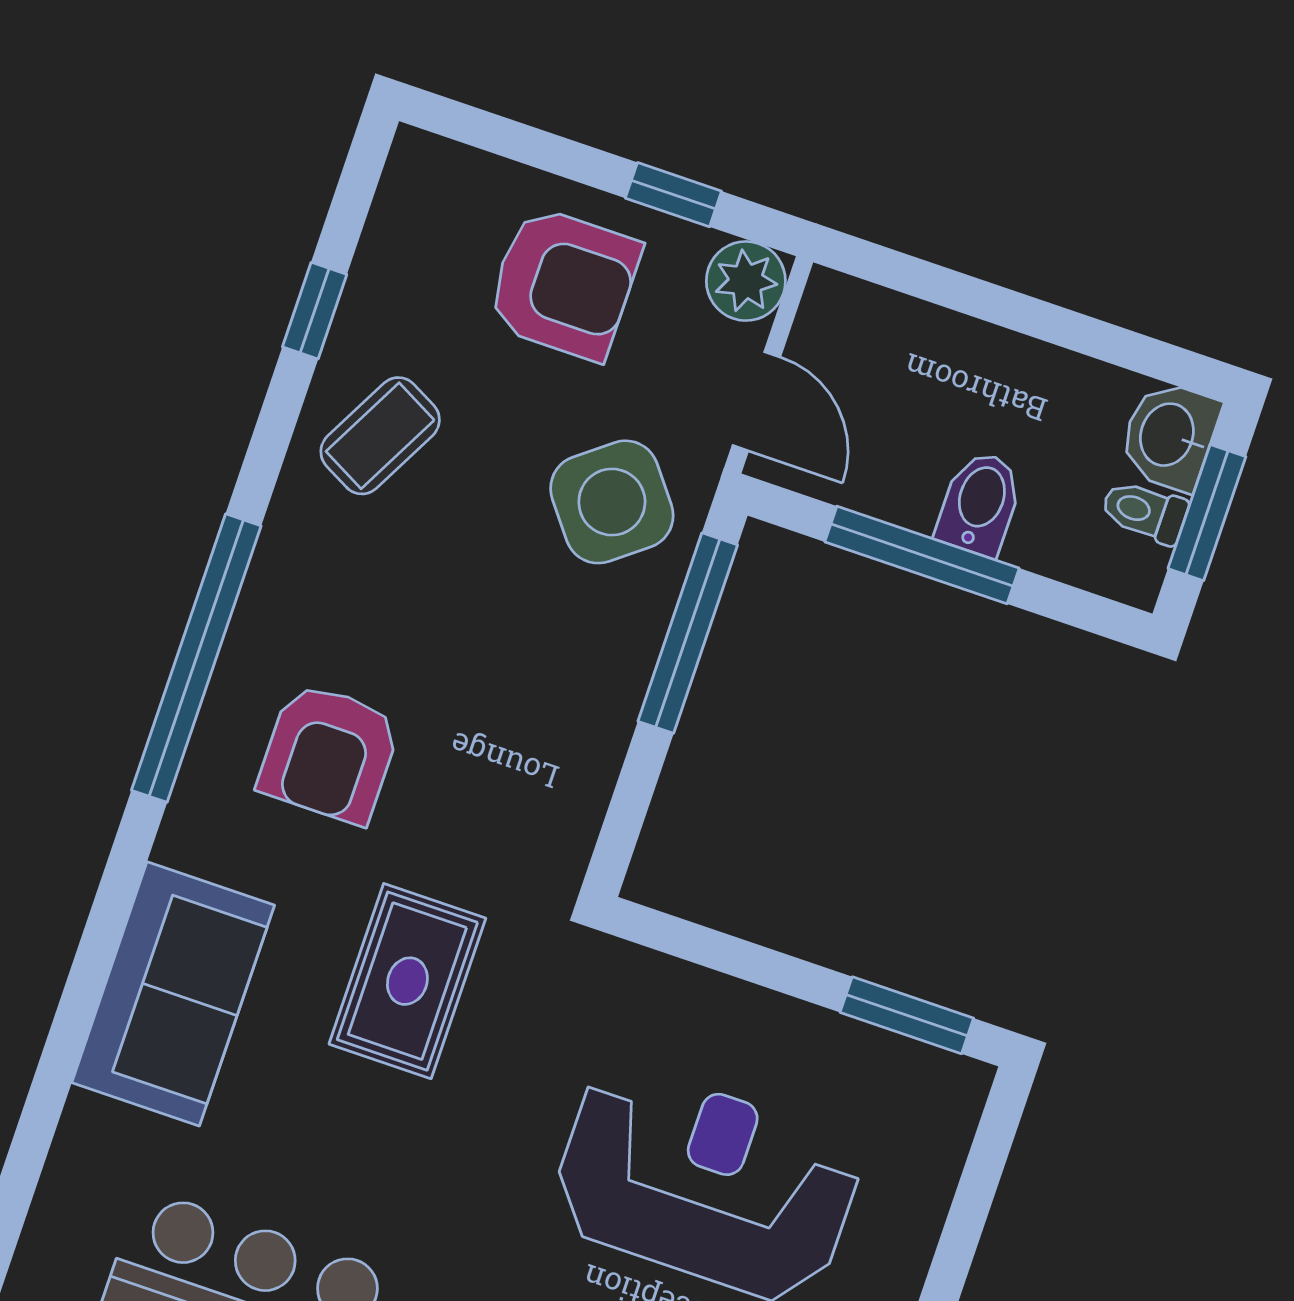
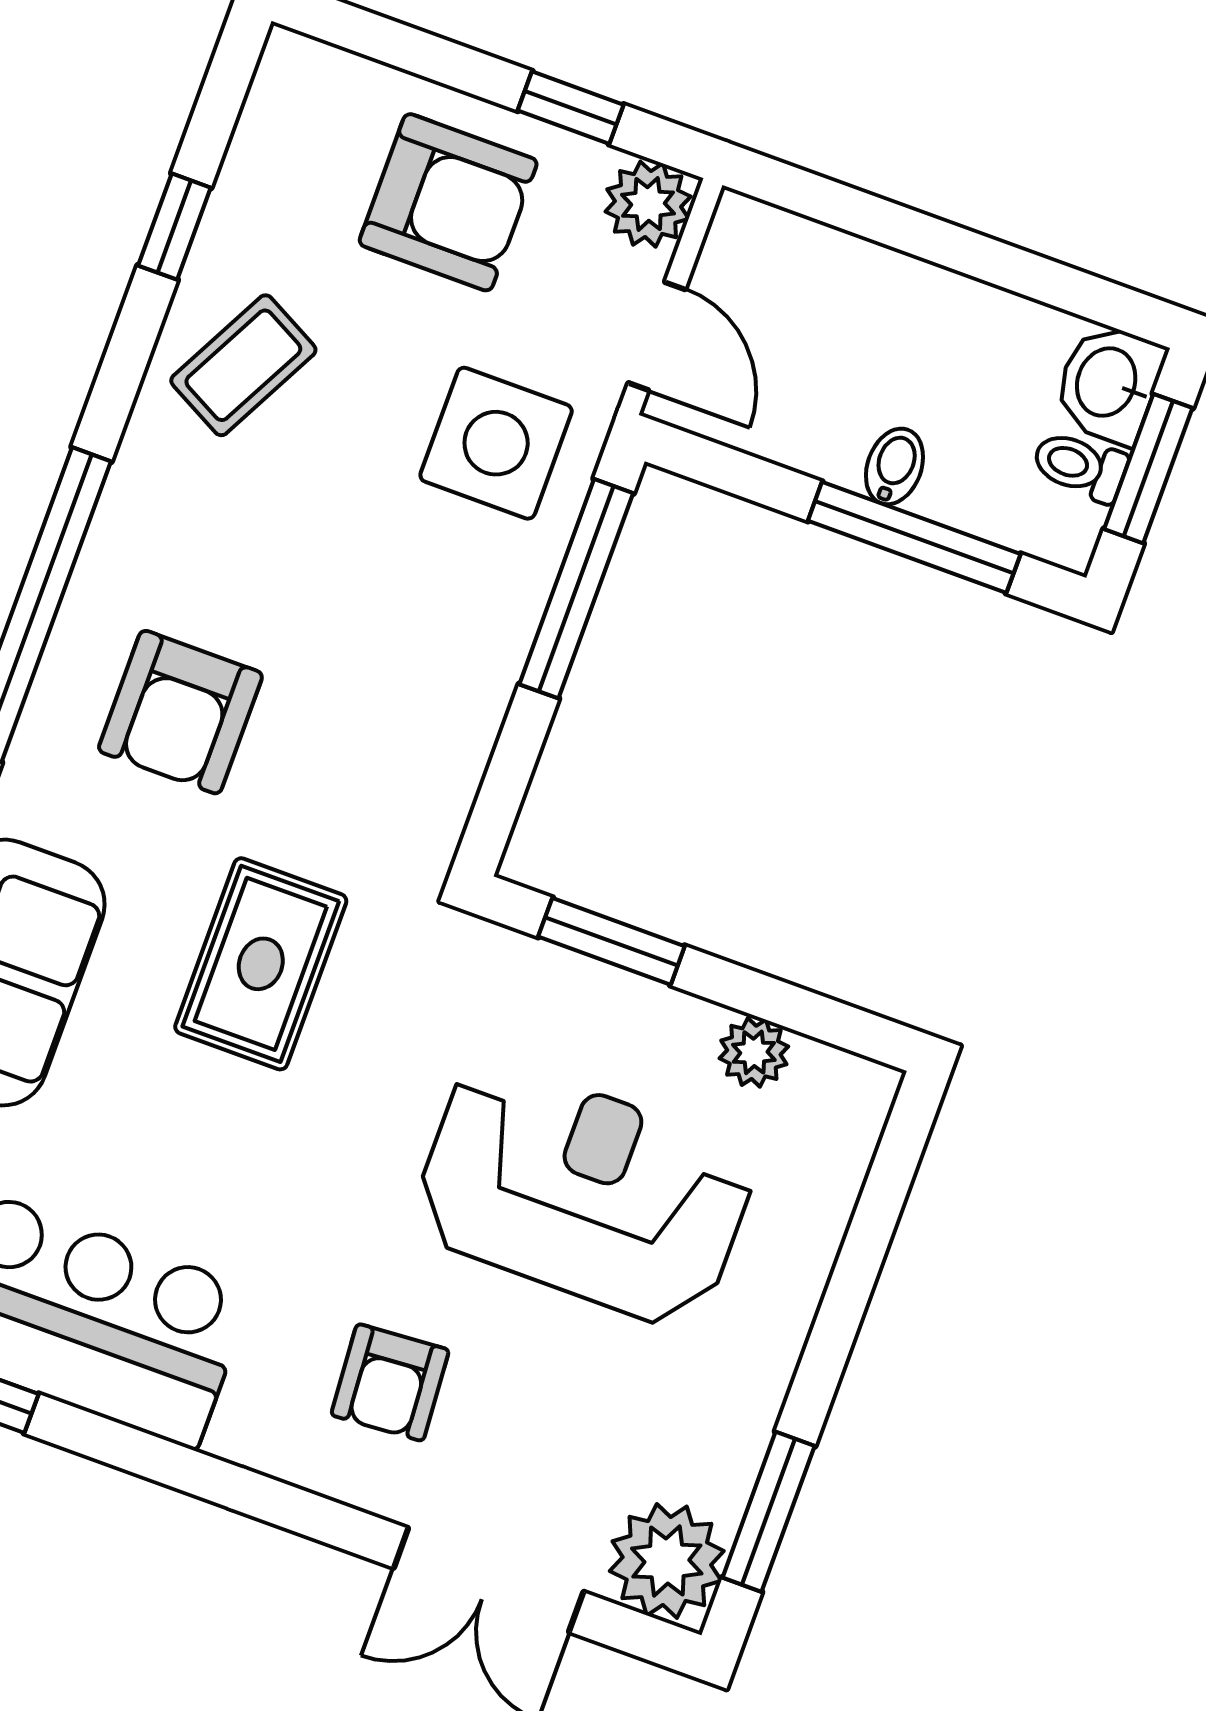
side table: (612, 502) -> (496, 443), turned 38
bidet: (980, 503) -> (894, 466), width x0.72, depth x0.74
window: (922, 555) -> (914, 537), moved
window: (907, 1015) -> (611, 941), moved
plant: (859, 1052) -> (754, 1052), added

